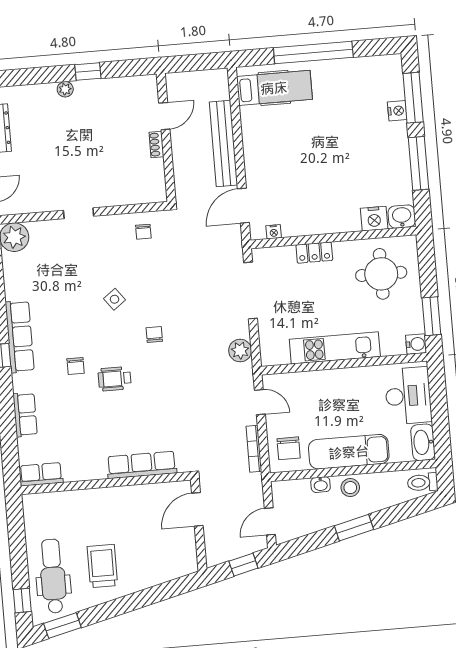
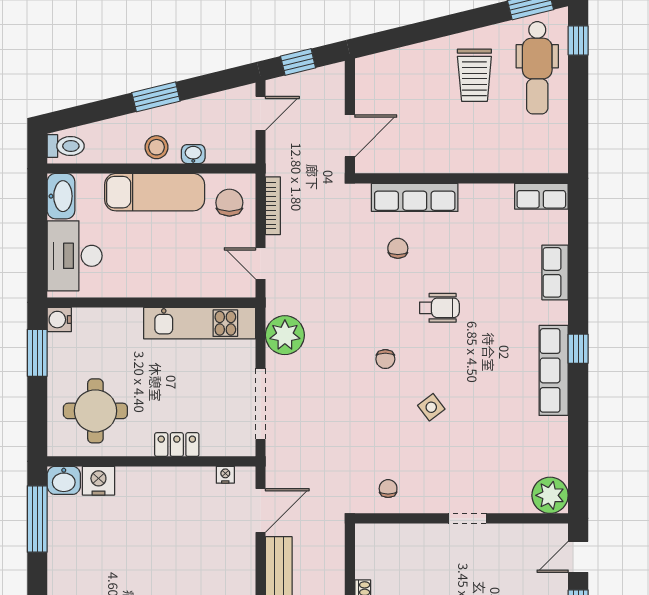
window: (419, 163) -> (37, 519), moved
kitchen unit: (335, 348) -> (200, 323), moved
plant: (240, 351) -> (285, 335), width x1.36, depth x1.36
chair: (76, 366) -> (398, 248), moved

